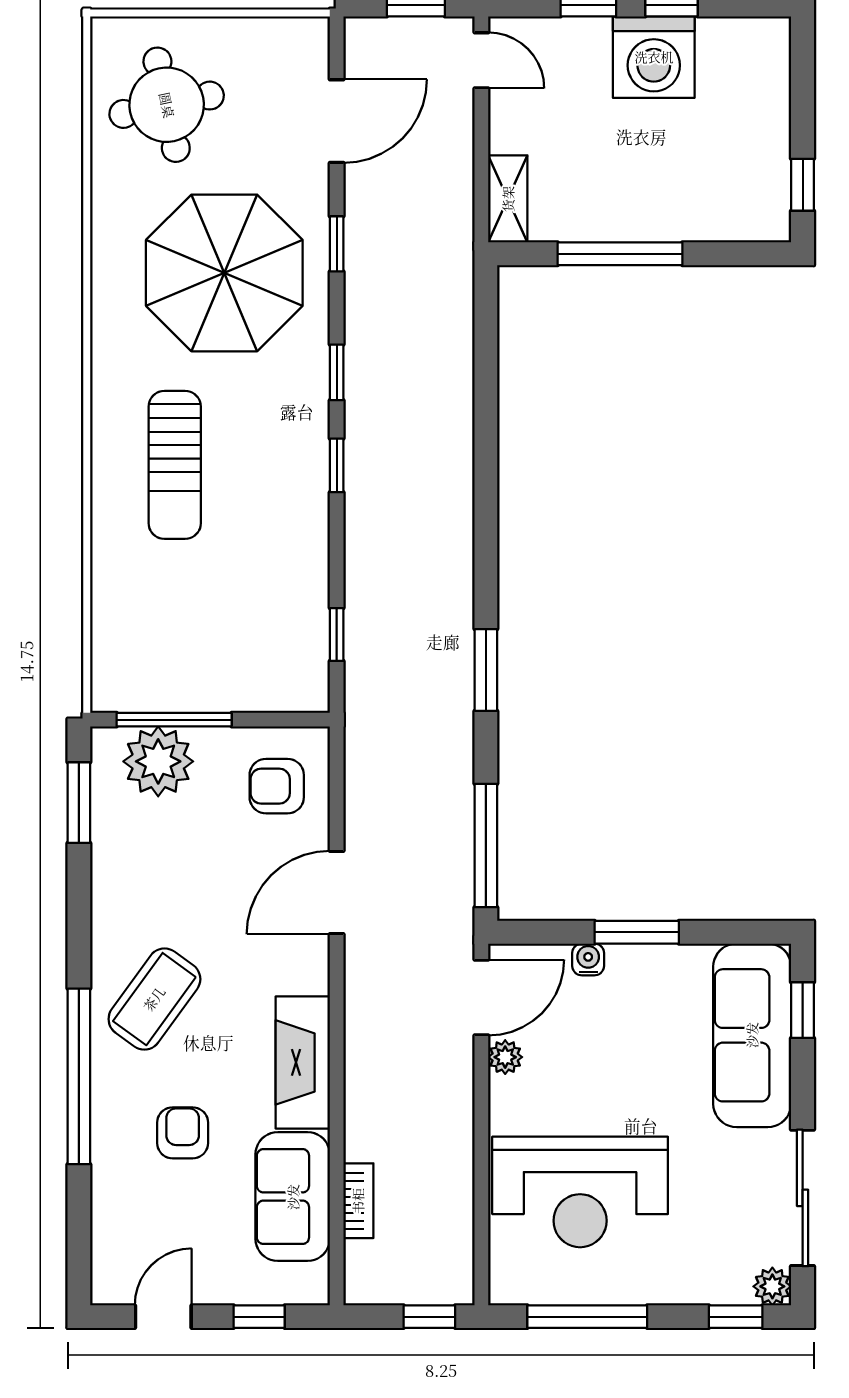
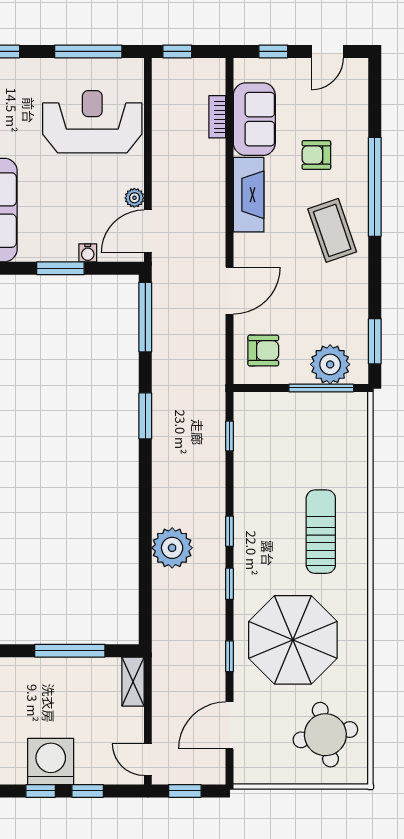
plant: (439, 436) -> (172, 548), added
coffee table: (154, 999) -> (332, 230), turned -55
armchair: (183, 1133) -> (316, 155), turned 90

